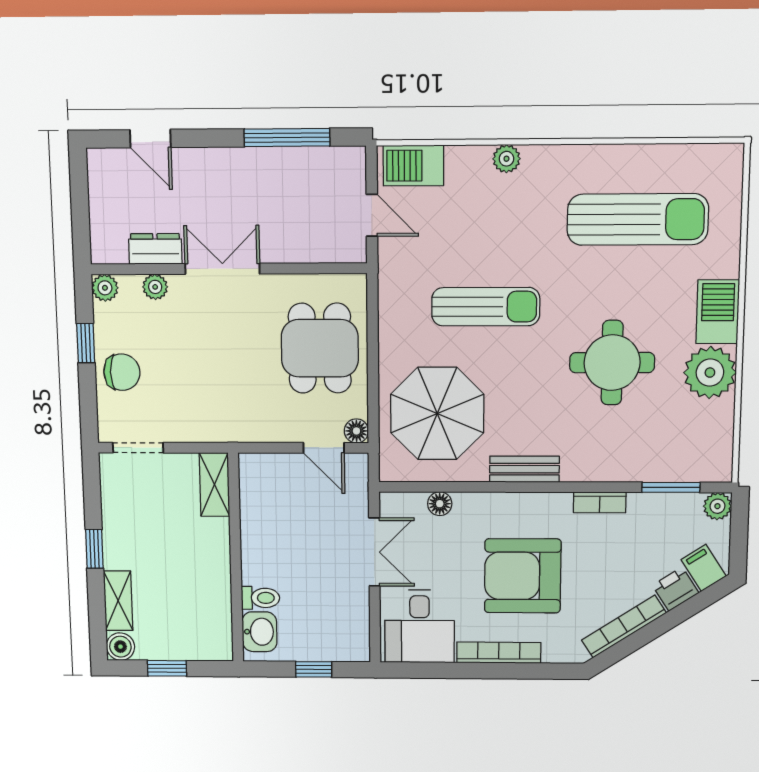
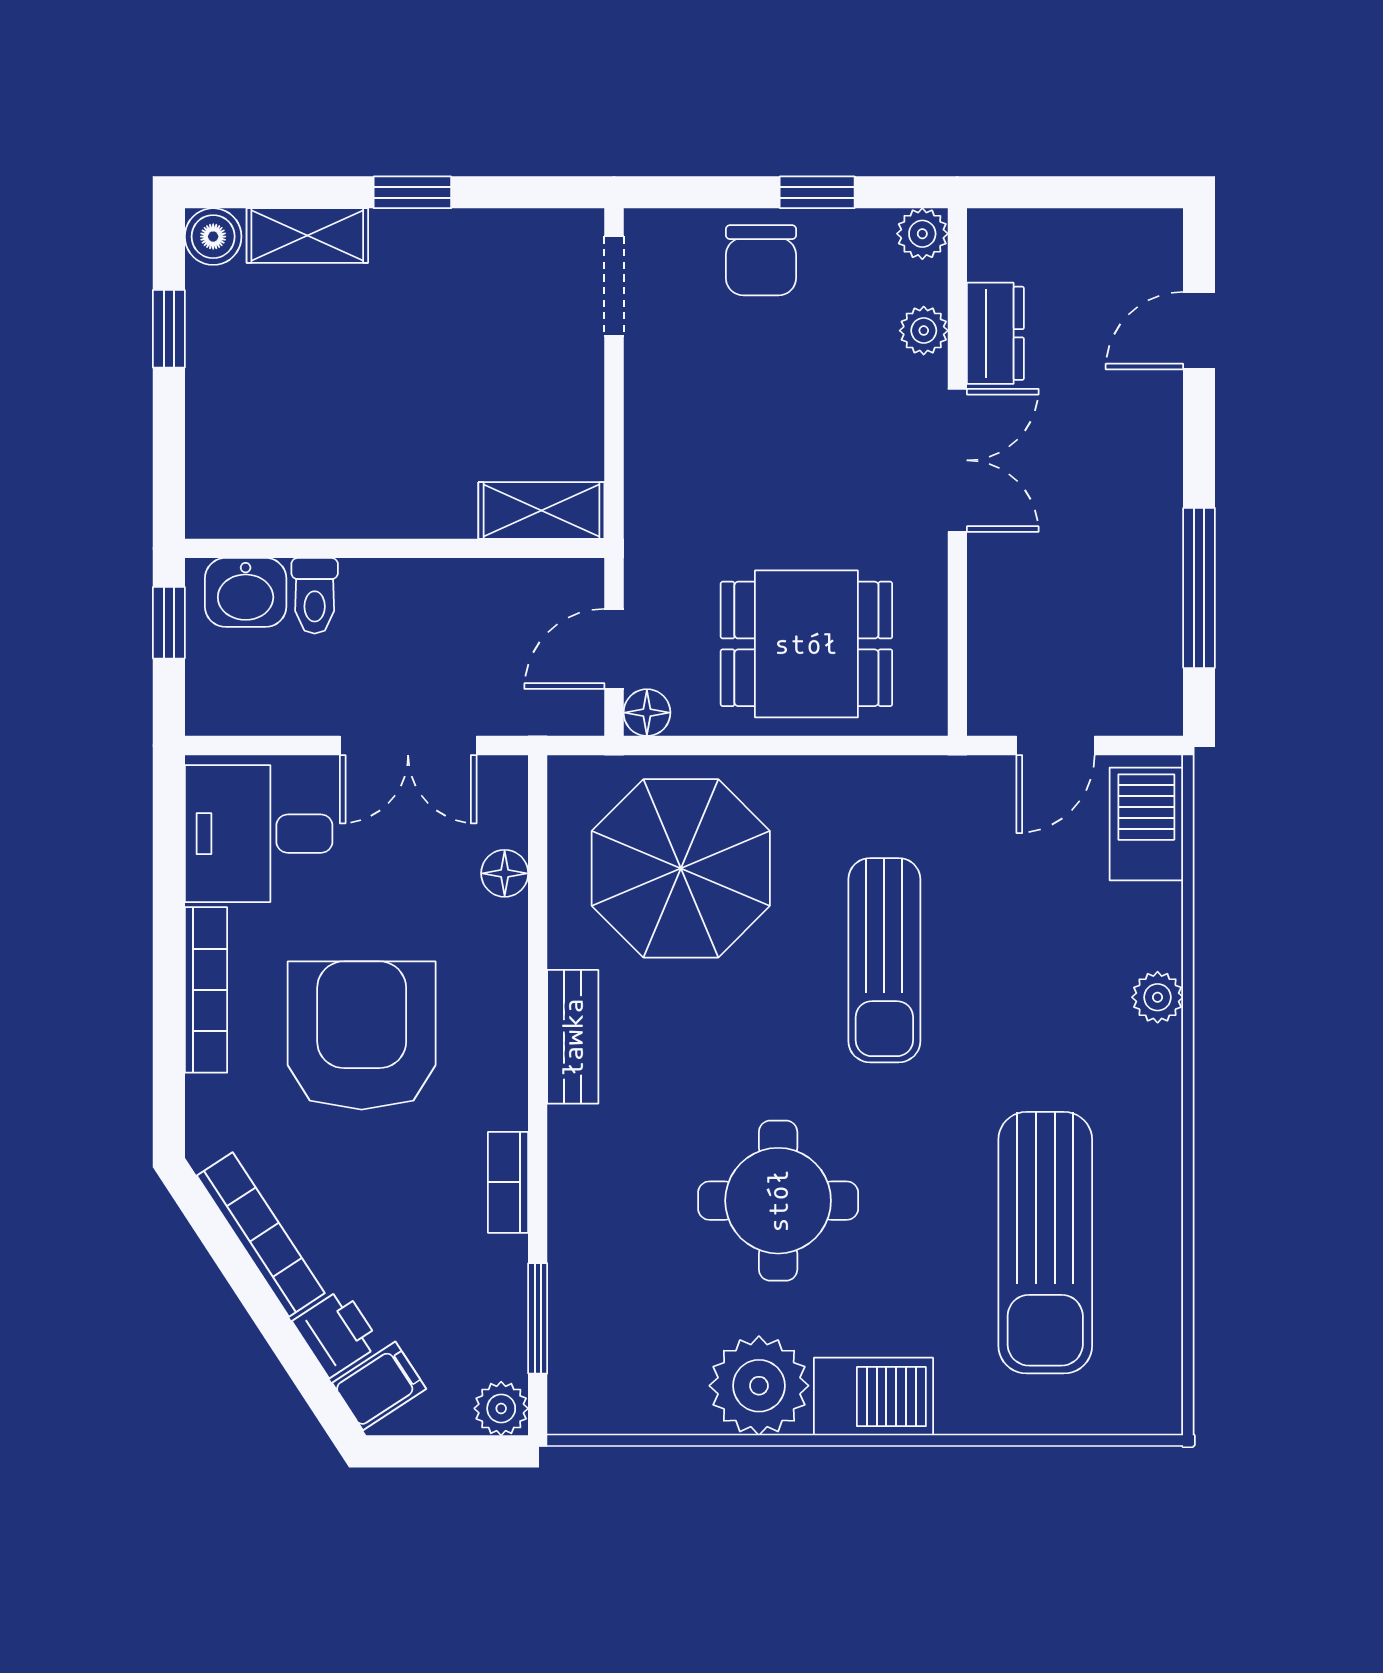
shelving: (215, 485) -> (541, 511), moved
wall: (236, 558) -> (395, 548), moved
toilet: (260, 598) -> (315, 596), moved
washbasin: (260, 632) -> (246, 592), moved

